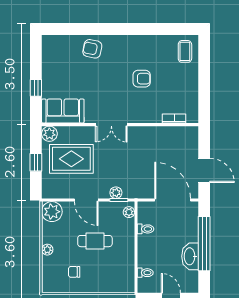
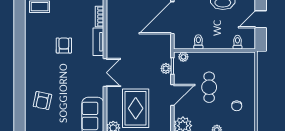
armchair: (92, 49) -> (42, 100), moved
tv unit: (146, 117) -> (98, 42), added

